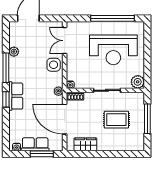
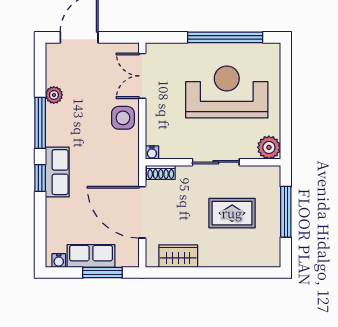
reception desk: (113, 50) -> (227, 92), turned 180
plant: (58, 91) -> (131, 164), removed

